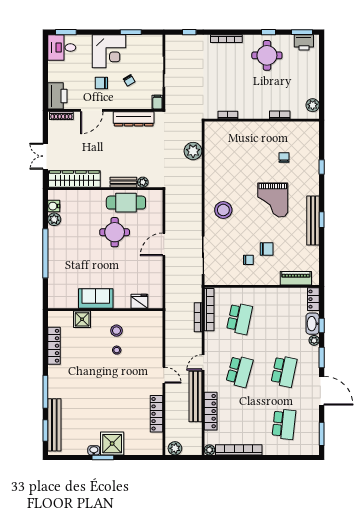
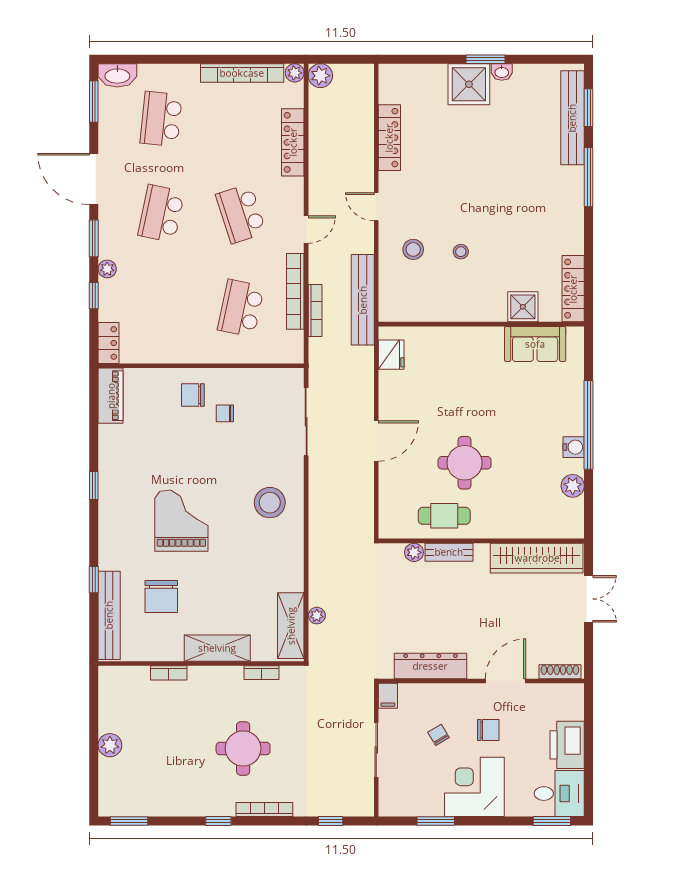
window: (269, 32) -> (218, 821), moved
printer: (304, 42) -> (125, 803), removed
round table: (267, 55) -> (243, 748), moved
printer: (57, 96) -> (567, 745), moved
plant: (313, 105) -> (110, 745), moved
shelving: (253, 129) -> (217, 648), added
shelving: (212, 141) -> (291, 626), added
plant: (193, 151) -> (317, 616), width x0.53, depth x0.53
chair: (284, 158) -> (161, 597), width x1.87, depth x1.87
cafe table: (126, 203) -> (444, 516), width x0.73, depth x0.74
water cooler: (54, 206) -> (574, 447), moved
bench: (313, 221) -> (109, 615), moved
chair: (267, 249) -> (193, 395), moved
piano: (296, 278) -> (111, 396), moved, turned -90
sofa: (96, 299) -> (535, 344), moved
fridge: (139, 301) -> (391, 355), moved, turned -90
bookcase: (209, 310) -> (295, 291), moved
washbasin: (313, 324) -> (117, 75), moved, turned 90
stool: (116, 331) -> (413, 249), moved
locker: (54, 346) -> (573, 289), moved
school desk: (239, 371) -> (241, 214), turned -33
bench: (196, 396) -> (363, 300), moved
plant: (175, 448) -> (320, 76), moved

